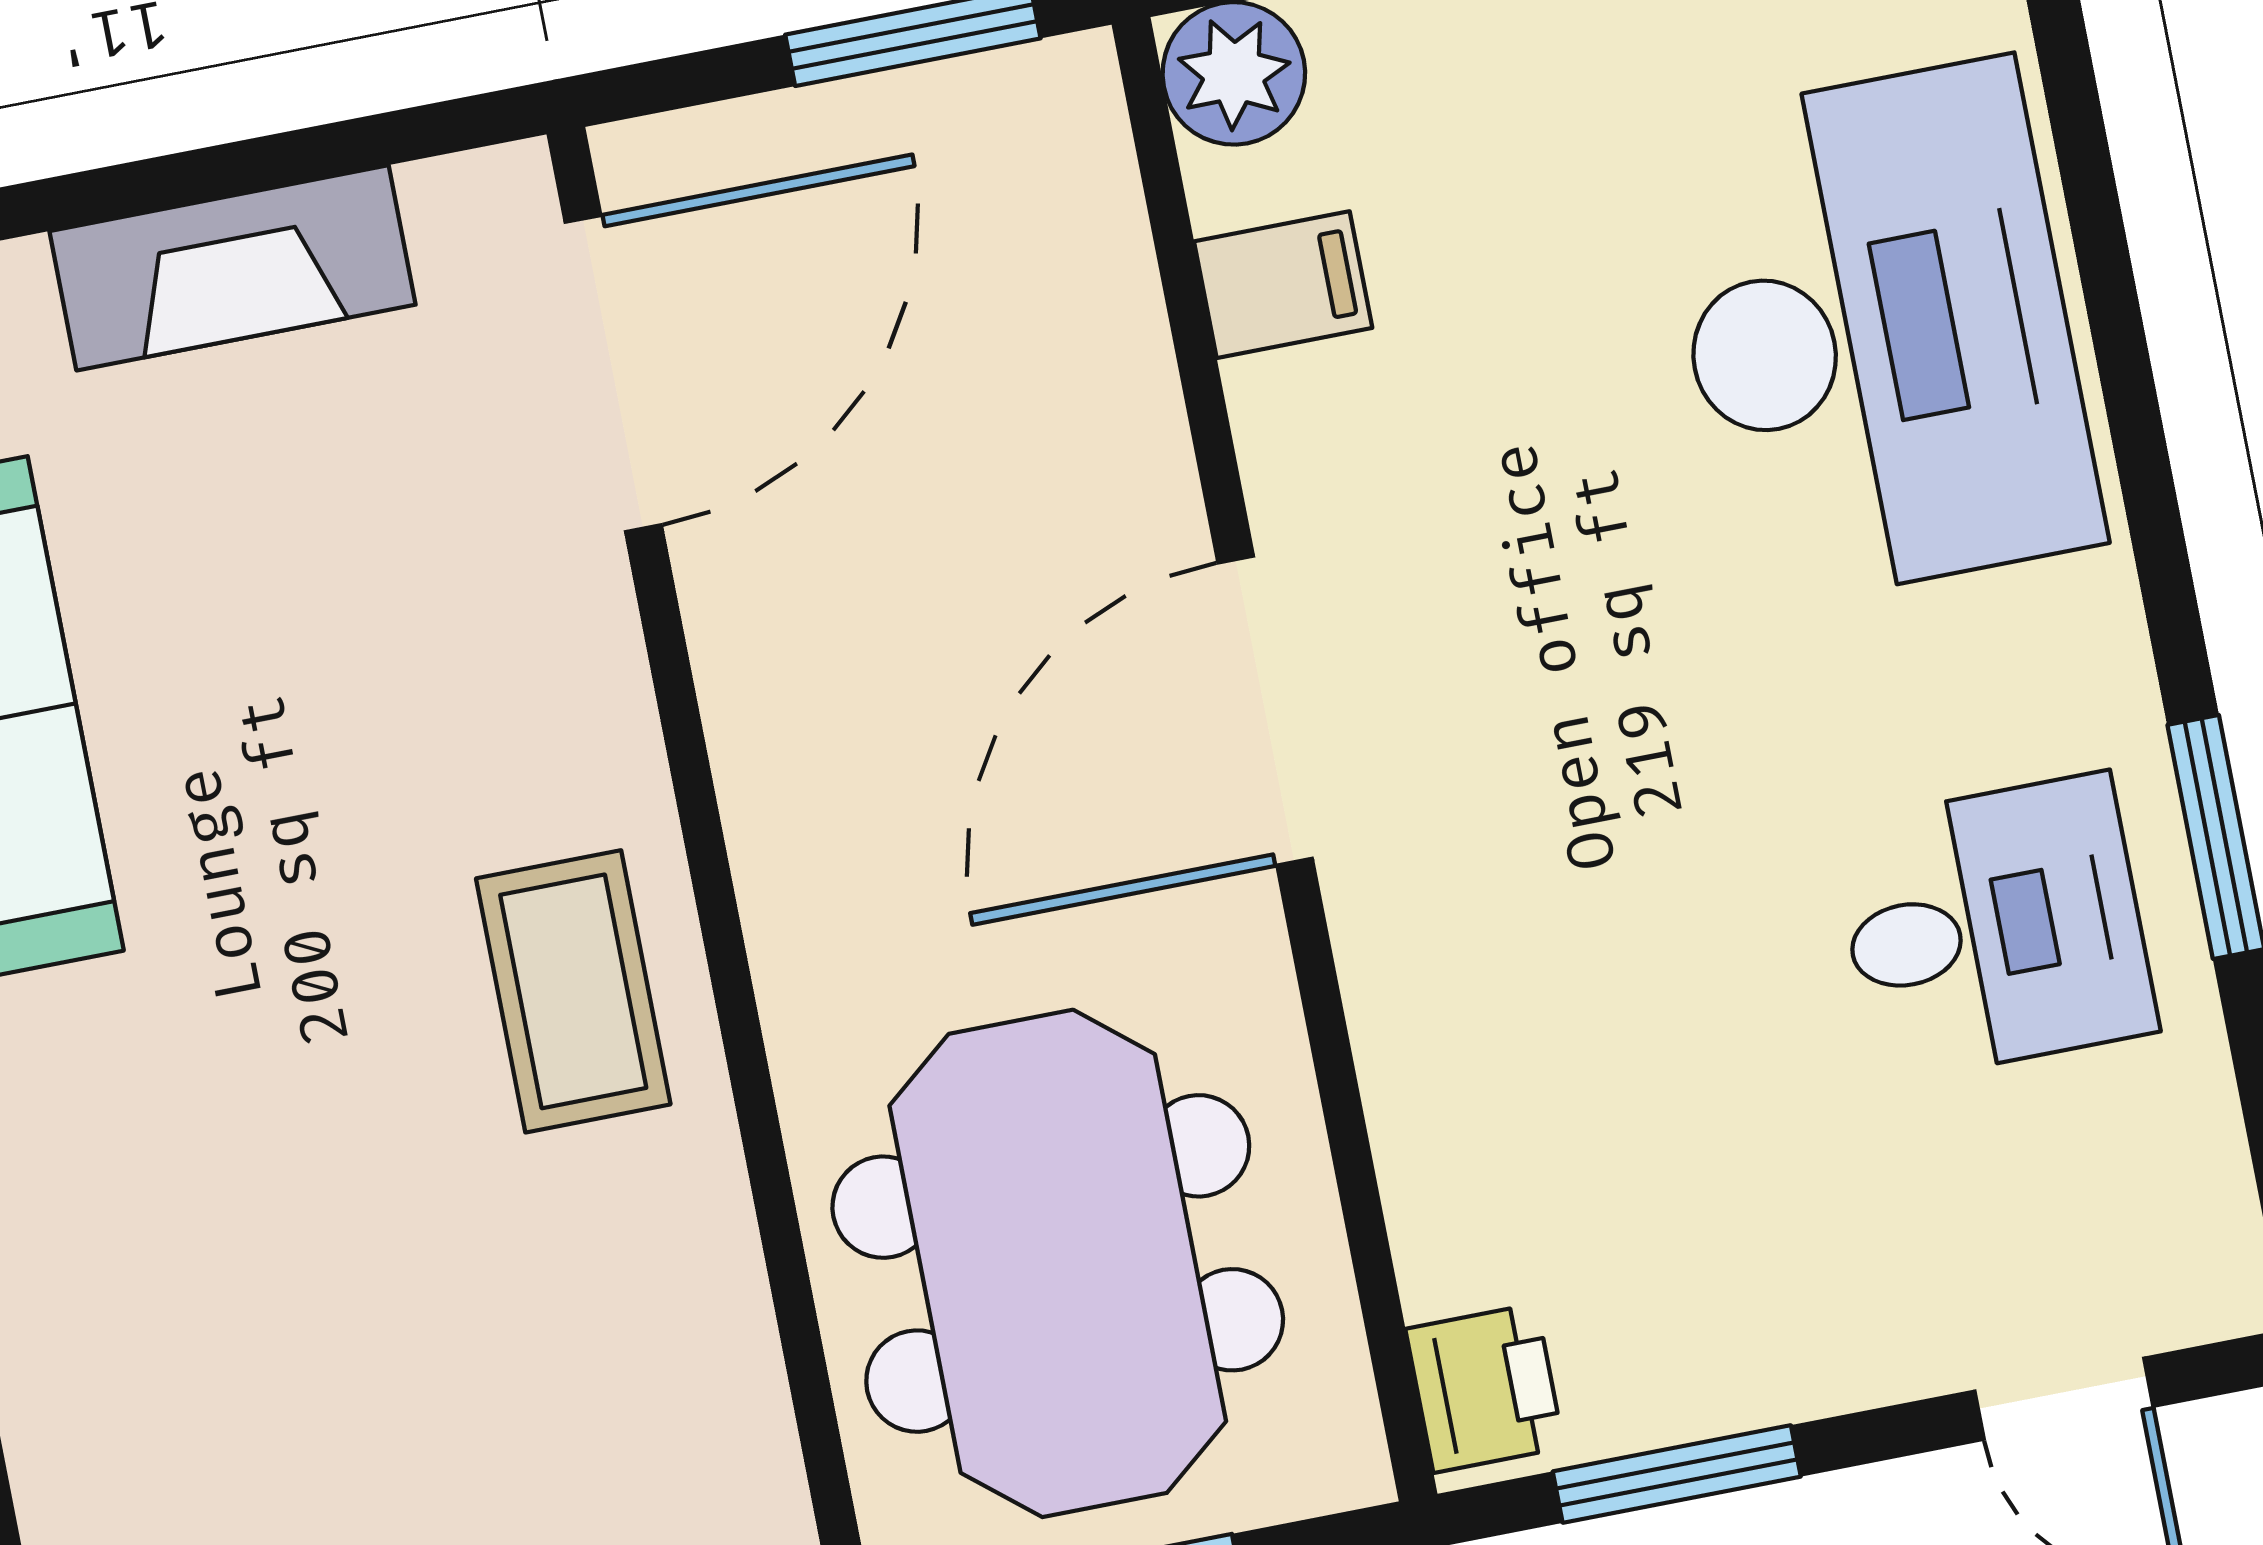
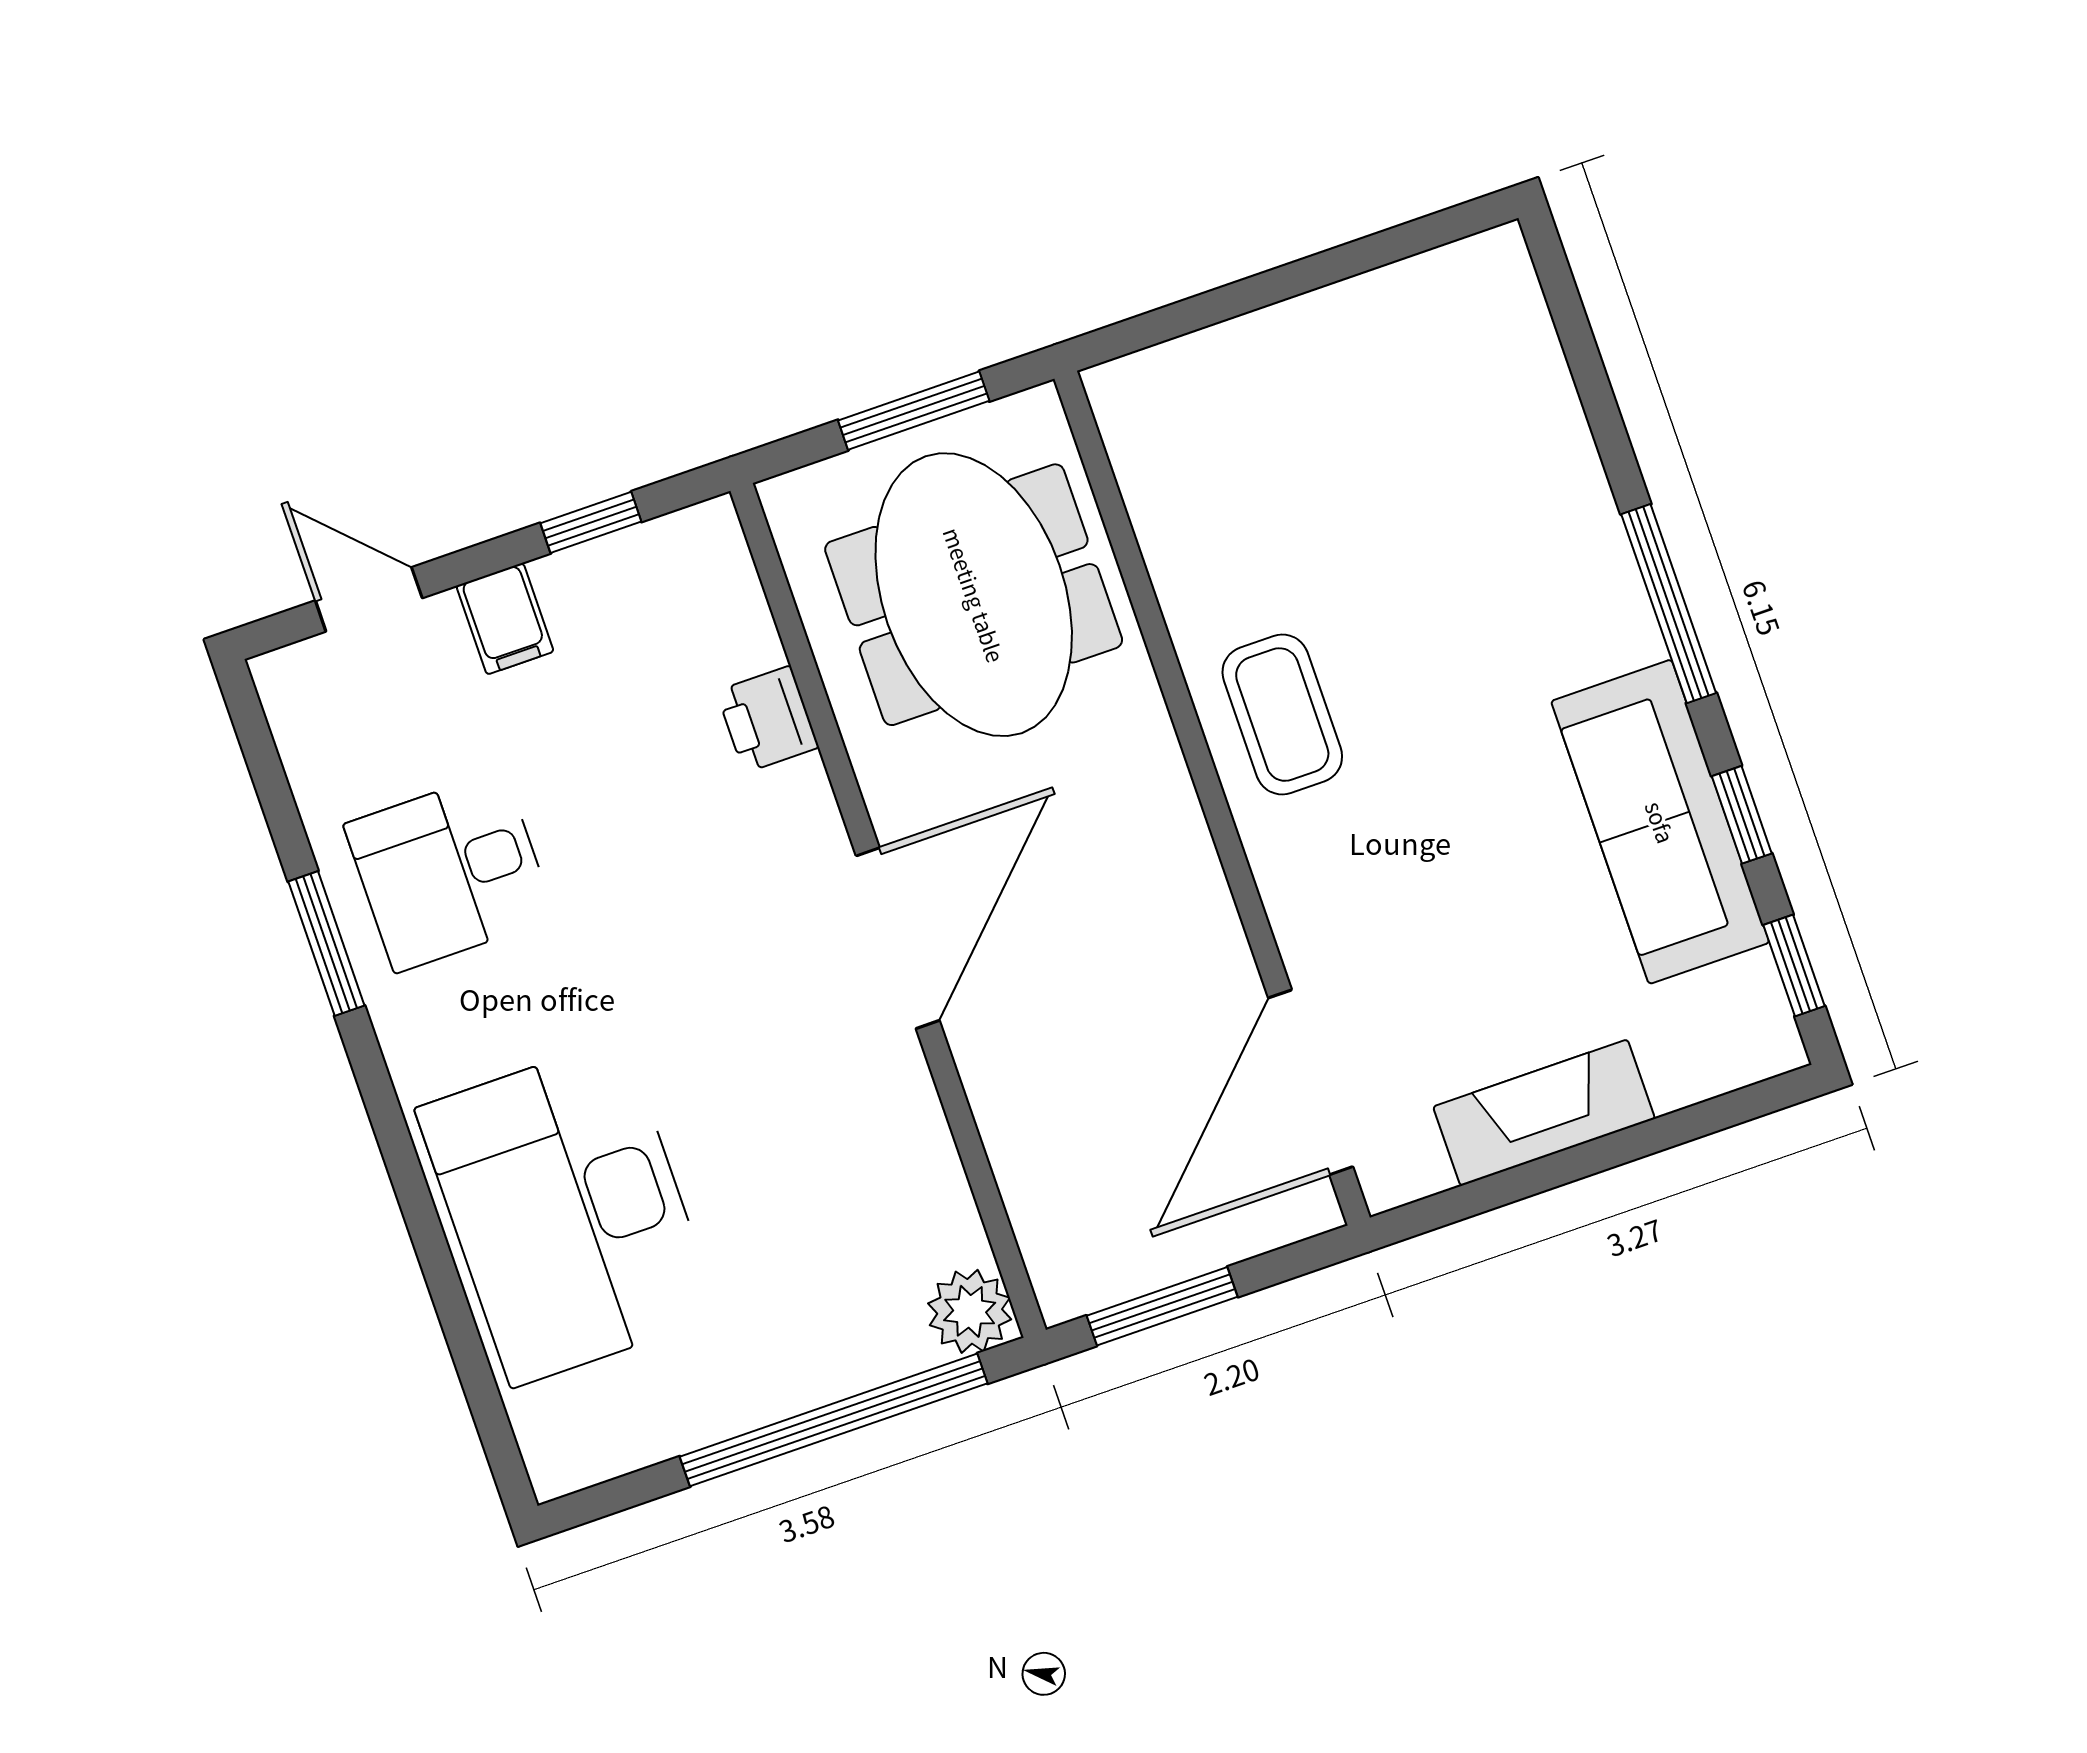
filing cabinet: (1283, 285) -> (505, 619), moved, turned -90
printer: (1485, 1388) -> (768, 719), moved
window: (1677, 1474) -> (591, 522), width x0.67

